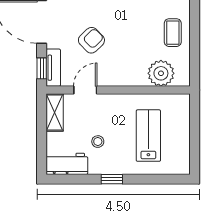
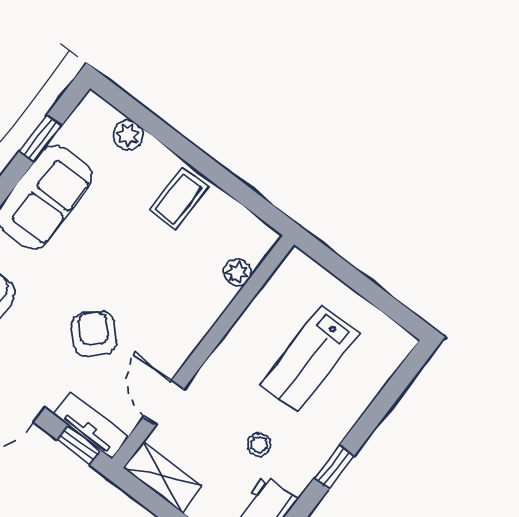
coffee table: (173, 33) -> (179, 198), turned 90
plant: (161, 73) -> (237, 272), width x0.53, depth x0.53
lab bench: (148, 136) -> (310, 359), turned -90

